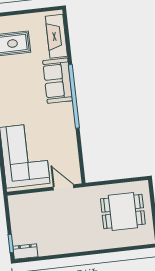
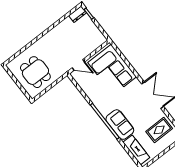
dining table: (123, 211) -> (35, 72), turned 90

